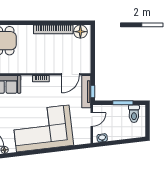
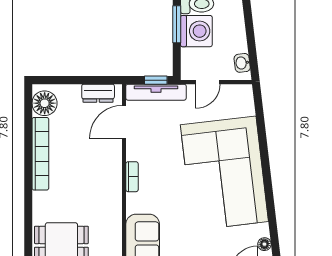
dresser: (86, 60) -> (98, 93), added
door: (70, 74) -> (124, 122), swing flipped
washing machine: (119, 113) -> (196, 31), added
door: (92, 119) -> (208, 82), swing flipped

